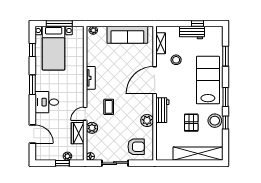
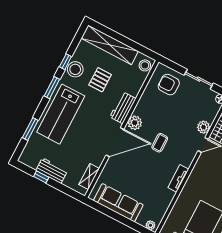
stool: (176, 60) -> (145, 65), moved
coffee table: (109, 107) -> (160, 143), moved
plant: (147, 120) -> (135, 123), moved

